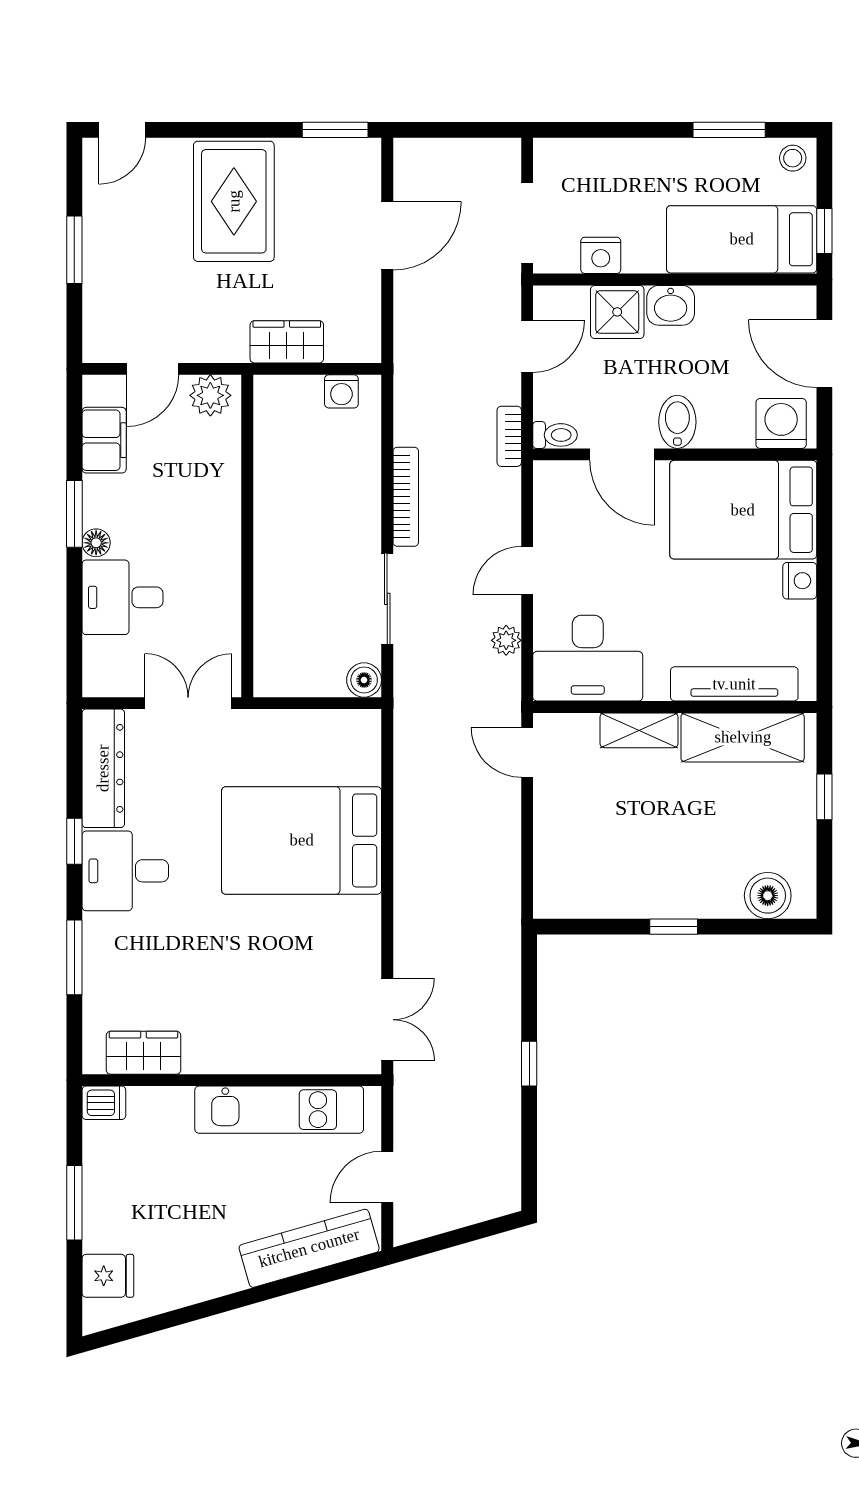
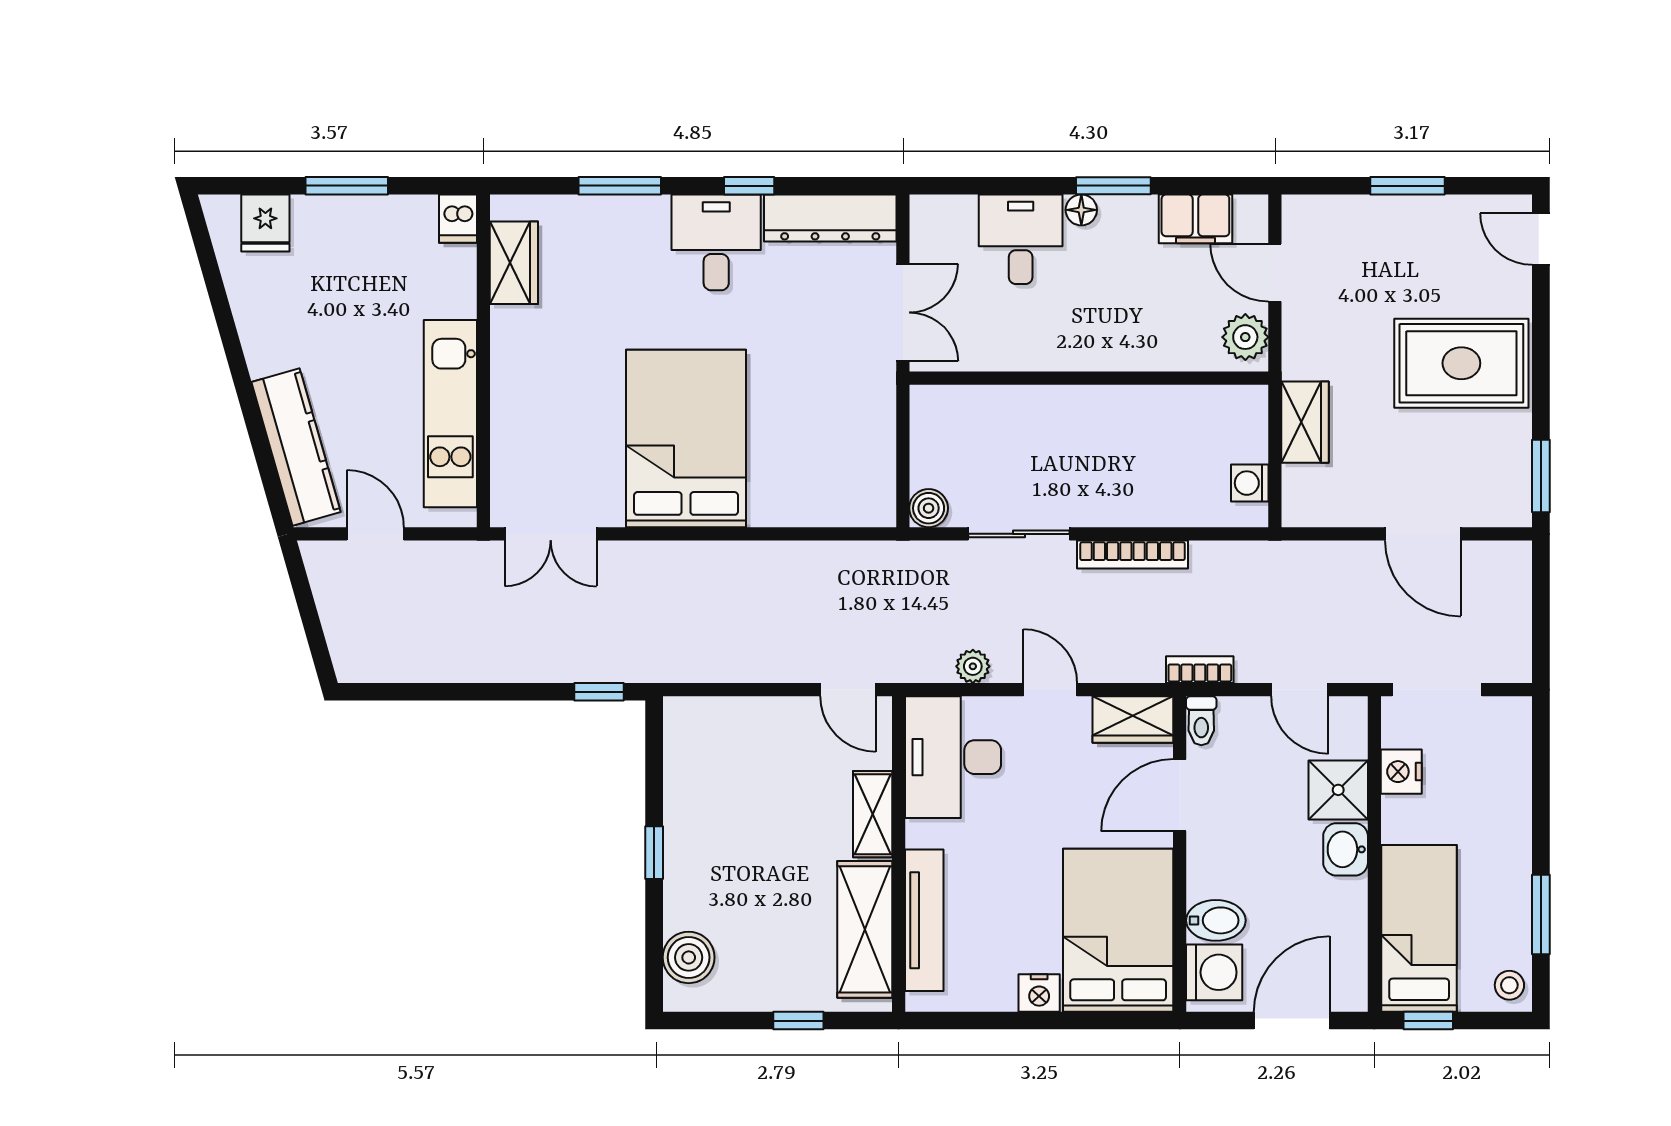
bidet: (677, 422) -> (1216, 920), moved
wardrobe: (554, 496) -> (1133, 719), added
door: (527, 752) -> (848, 690), swing flipped
bed: (302, 840) -> (686, 439), moved
window: (529, 1064) -> (599, 692), moved

